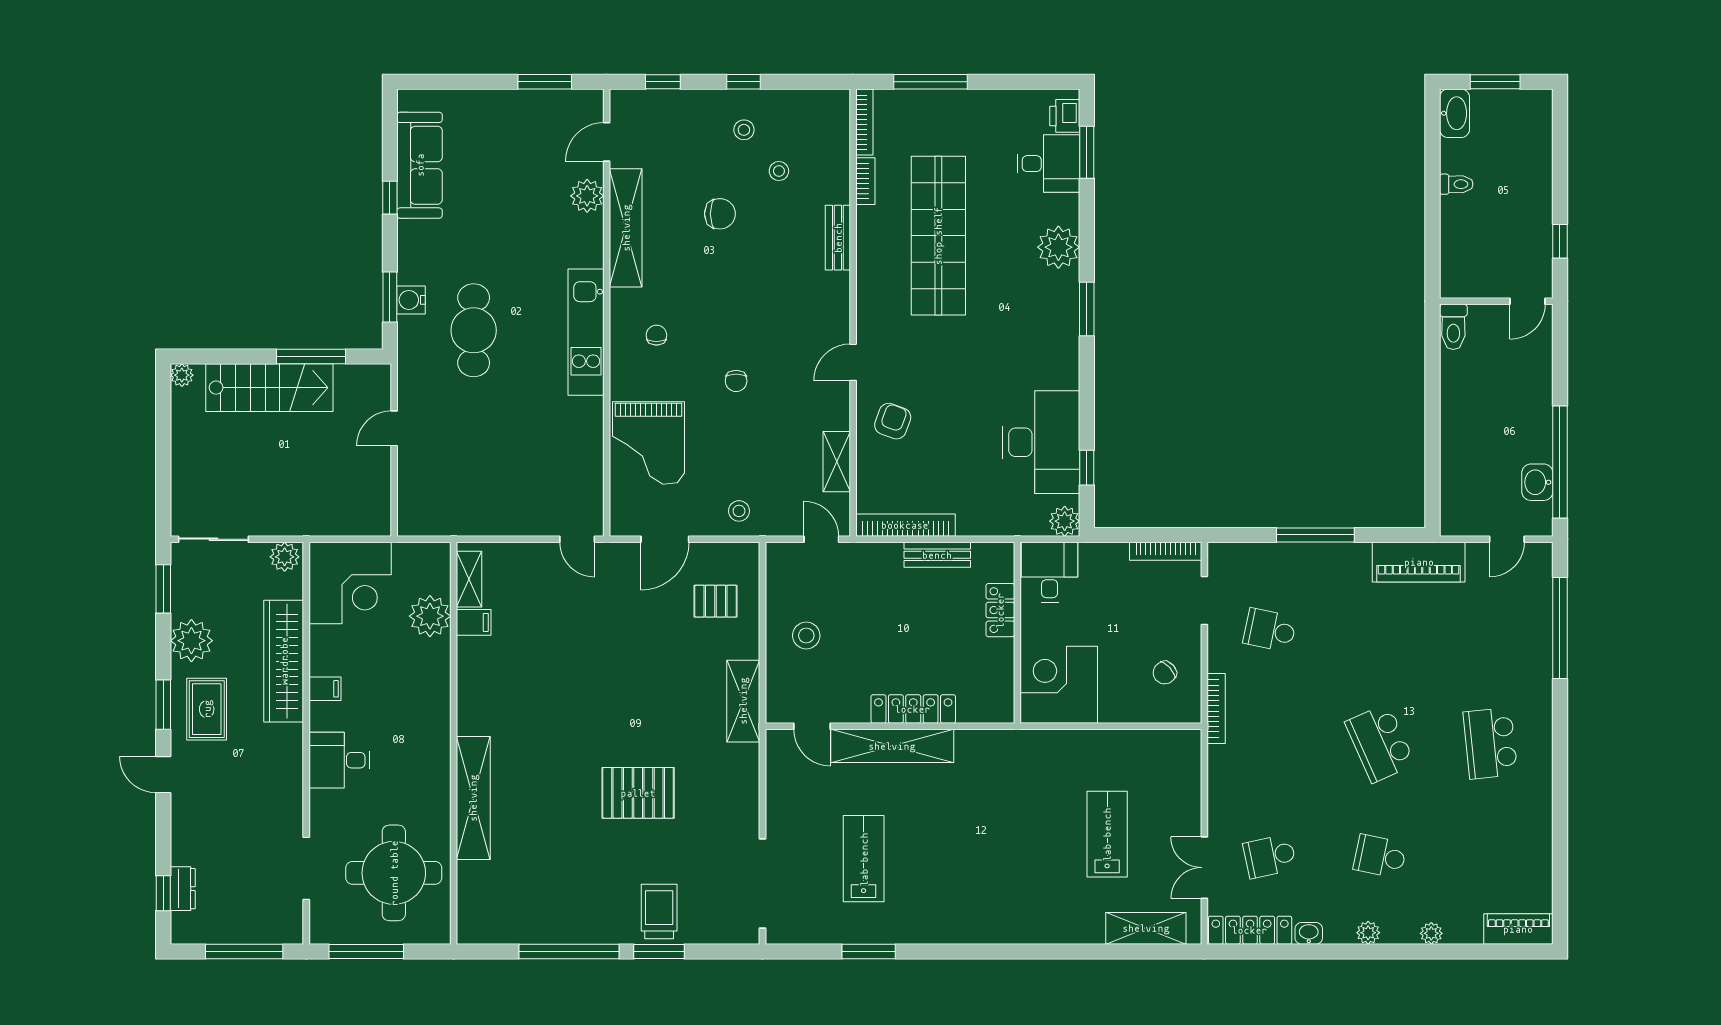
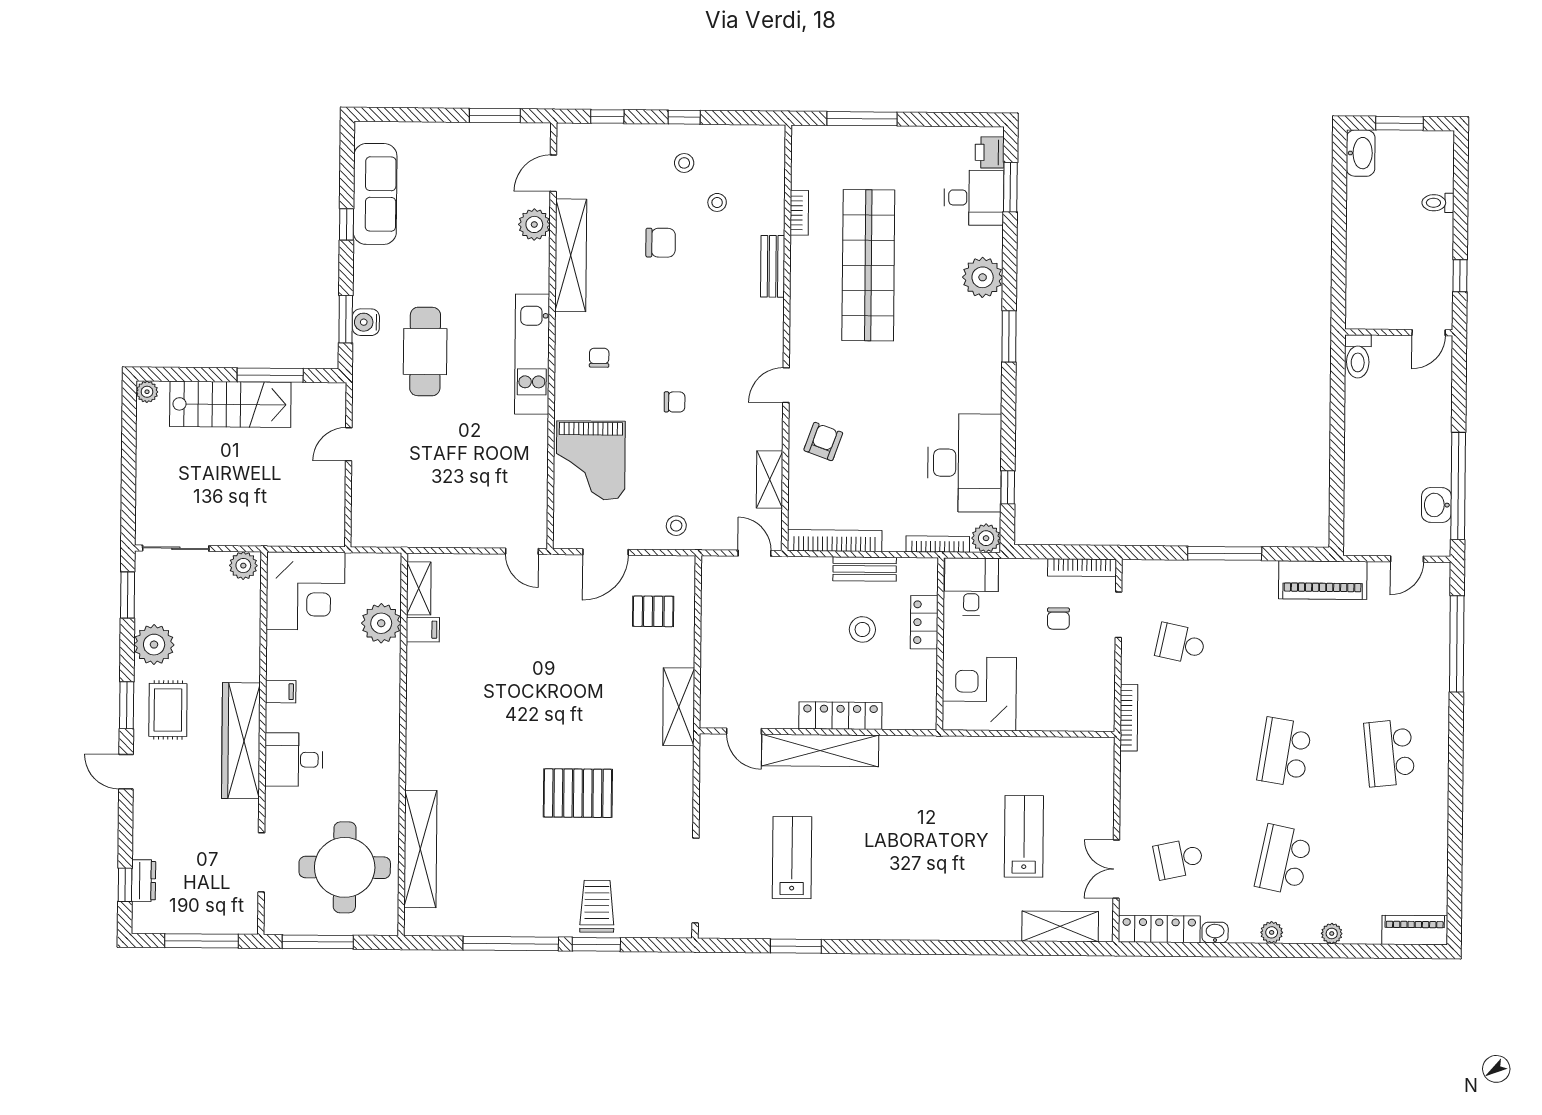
bookcase: (864, 122) -> (938, 544), moved, turned -90
toilet: (1456, 184) -> (1438, 203), moved, turned 180
chair: (736, 381) -> (675, 402), turned -90
stool: (806, 636) -> (862, 629), moved
wardrobe: (284, 661) -> (241, 741), moved
chair: (1165, 673) -> (1058, 619), moved, turned -48
school desk: (1380, 743) -> (1285, 752), turned 33
shelving: (473, 798) -> (420, 849), moved
school desk: (1380, 856) -> (1284, 860), width x1.85

